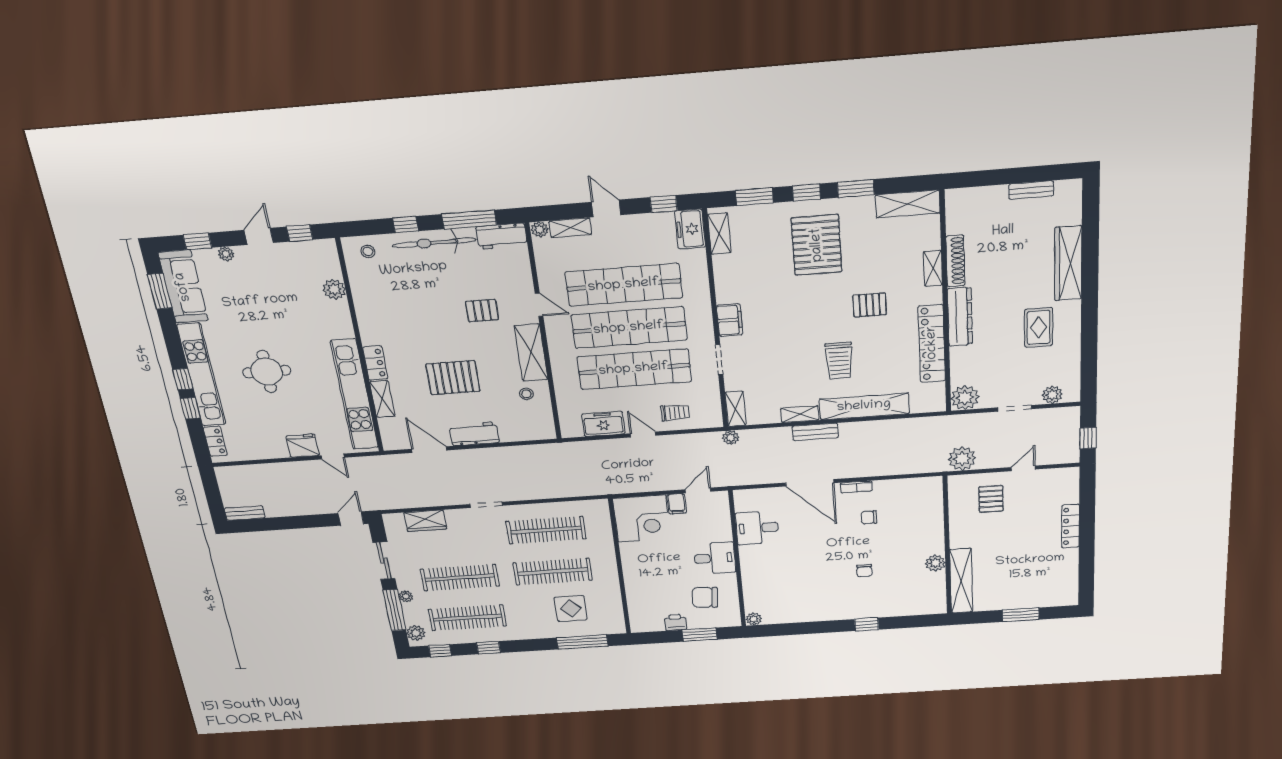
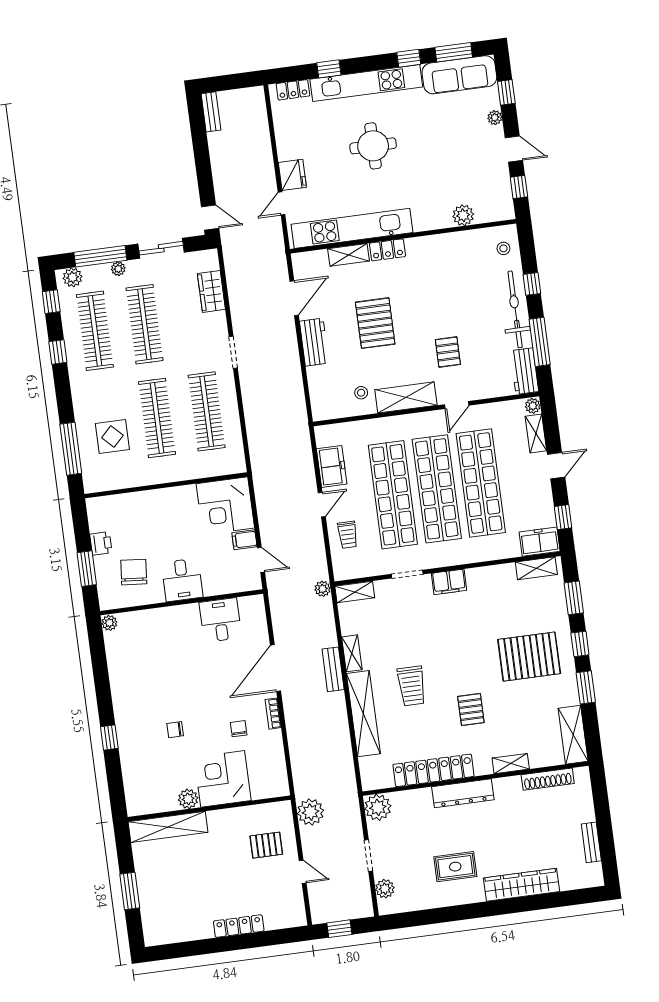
shoe rack: (955, 261) -> (548, 779), moved
trolley: (839, 361) -> (412, 686), turned -90
window: (183, 379) -> (409, 58), moved
corner desk: (918, 533) -> (223, 779), added

